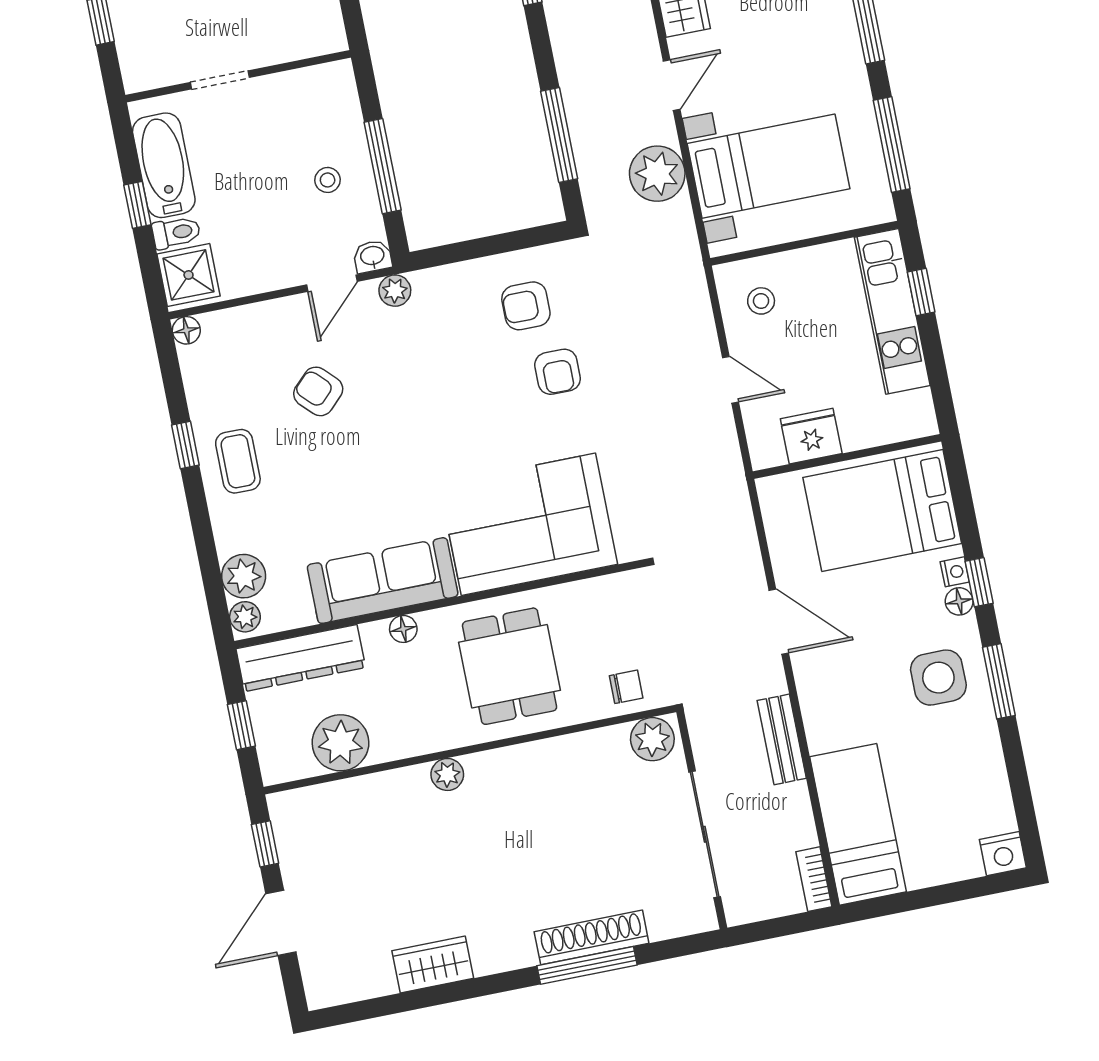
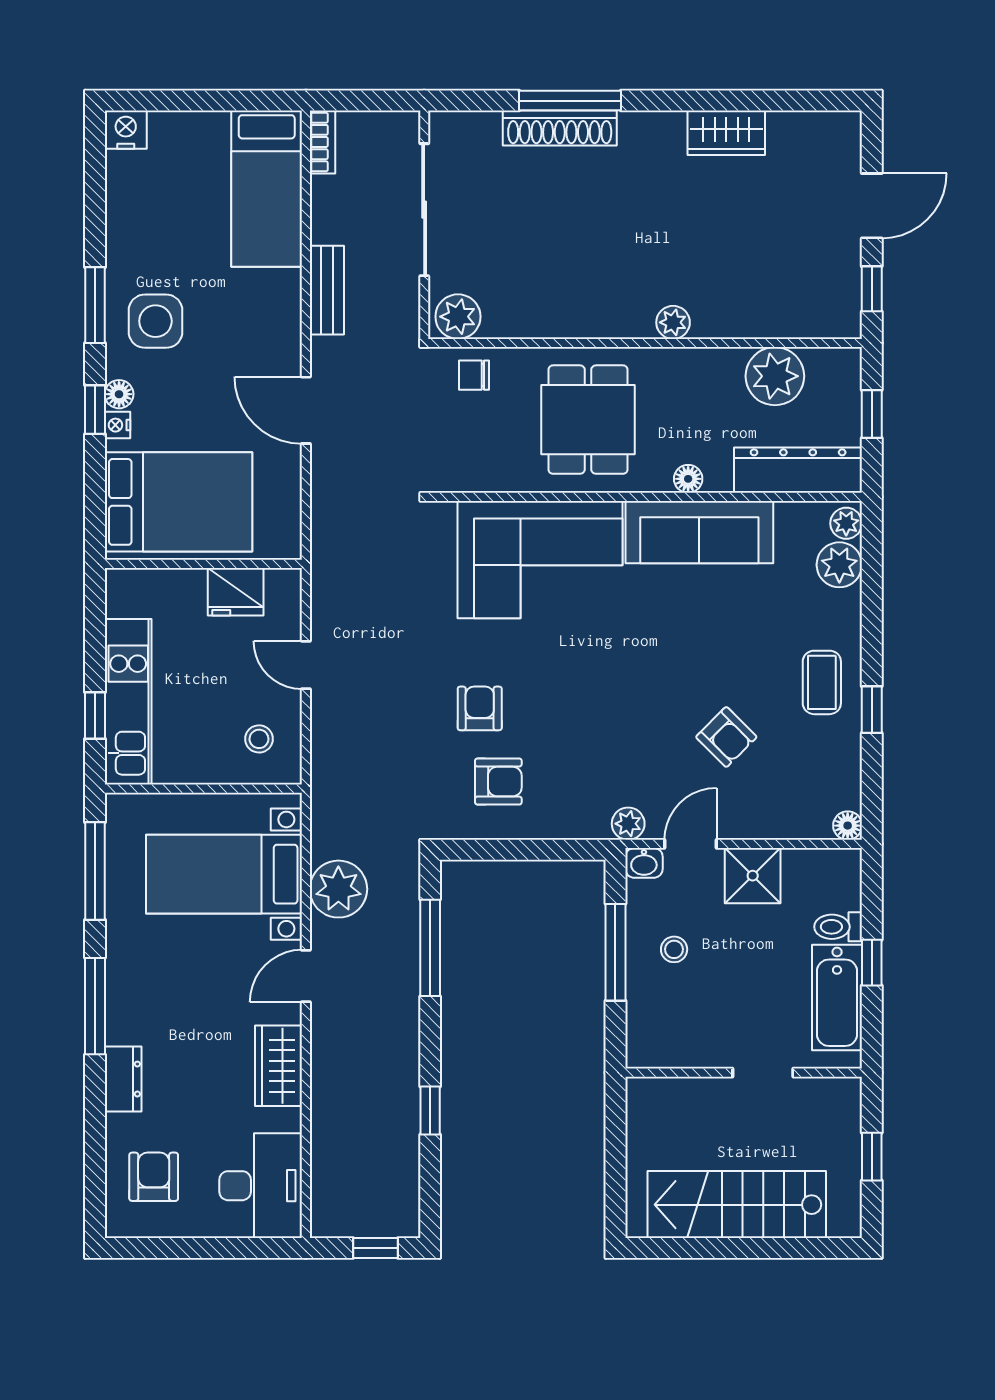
shower: (189, 275) -> (753, 876), moved

